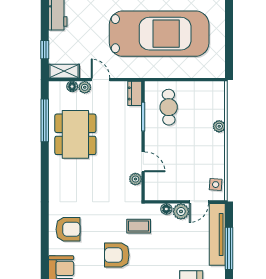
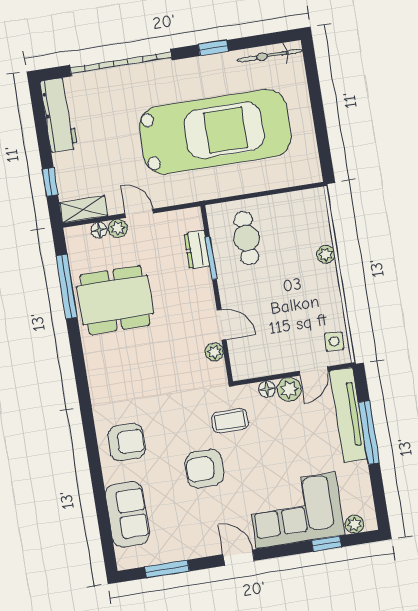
dresser: (135, 93) -> (197, 250), moved
dining table: (75, 134) -> (115, 300), turned 90

